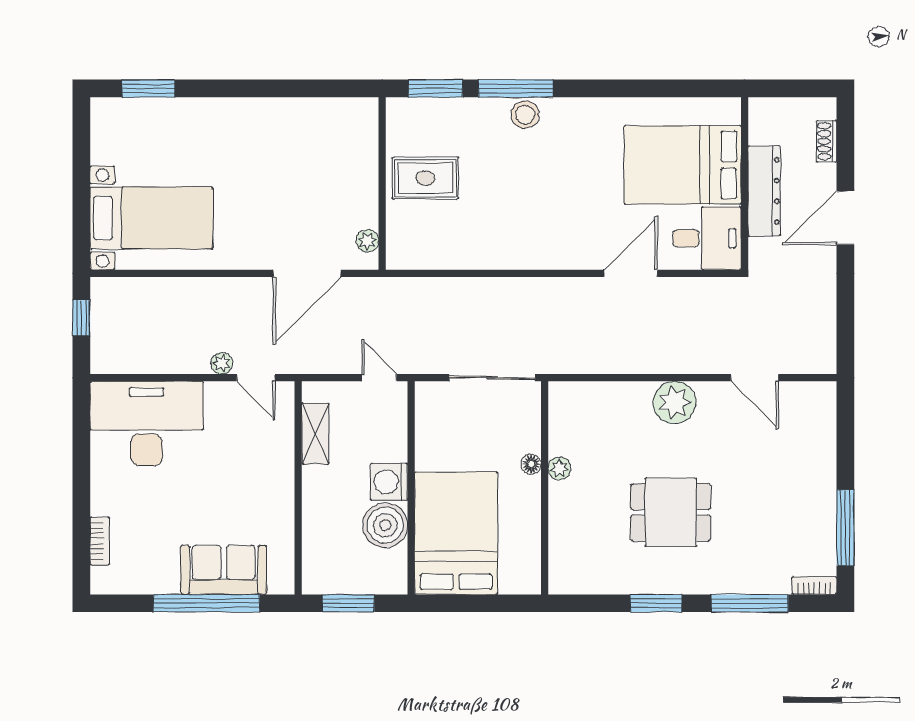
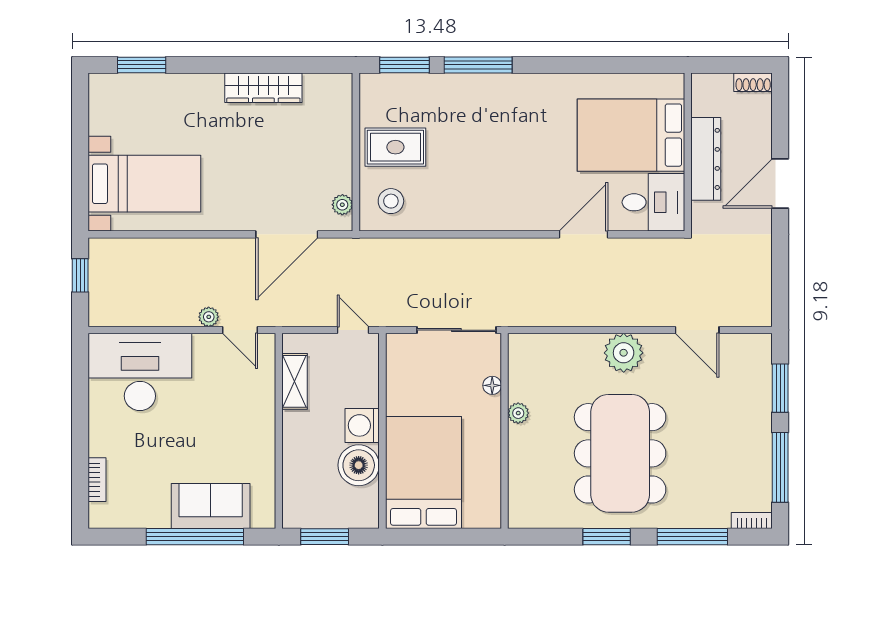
wardrobe: (281, 113) -> (263, 88), added
stool: (525, 115) -> (391, 201), moved
shoe rack: (827, 141) -> (753, 82), moved, turned -90
window: (845, 441) -> (780, 388), added
floor lamp: (531, 464) -> (492, 385), moved
dining table: (671, 512) -> (620, 453), width x1.88, depth x1.24

